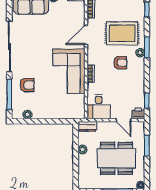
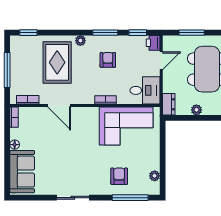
sliding door: (9, 46) -> (73, 198), width x0.54
window: (147, 47) -> (105, 33), moved
armchair: (120, 63) -> (108, 60), moved
corner sofa: (69, 71) -> (126, 126), moved

